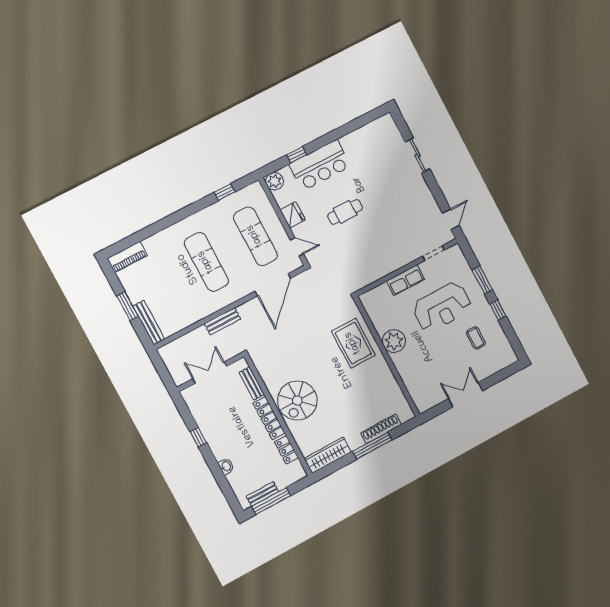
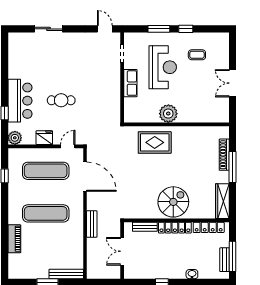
cafe table: (345, 212) -> (61, 100), turned 90
piano: (127, 257) -> (14, 239), moved
spiral stairs: (297, 401) -> (173, 202), turned -90
locker: (286, 450) -> (209, 227), width x1.53

